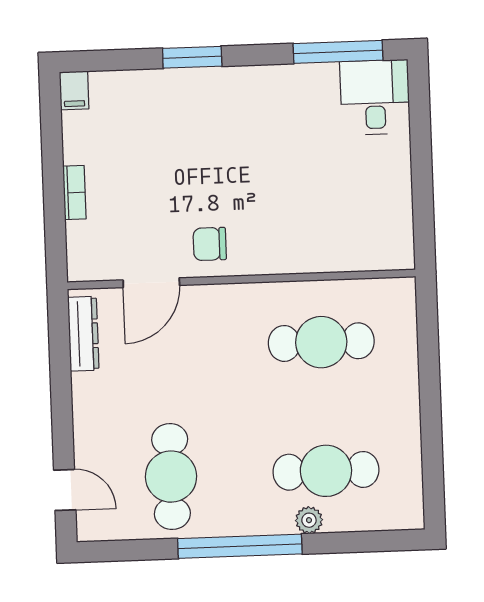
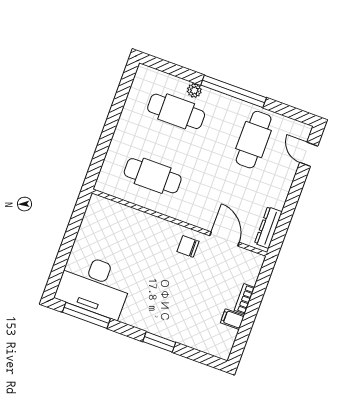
filing cabinet: (74, 90) -> (232, 319), moved, turned -90
desk: (375, 97) -> (94, 285), width x1.87, depth x1.30
chair: (210, 244) -> (188, 246), turned 180
door: (151, 283) -> (225, 239), hinge flipped

